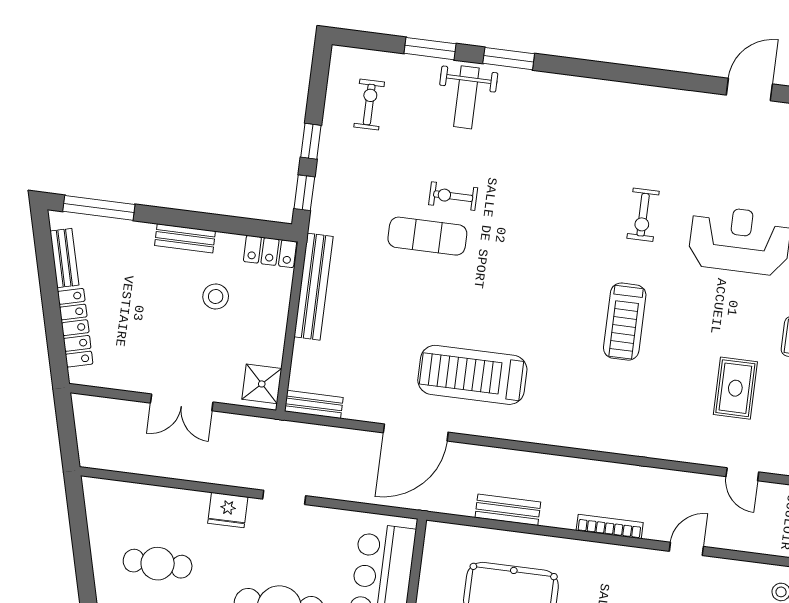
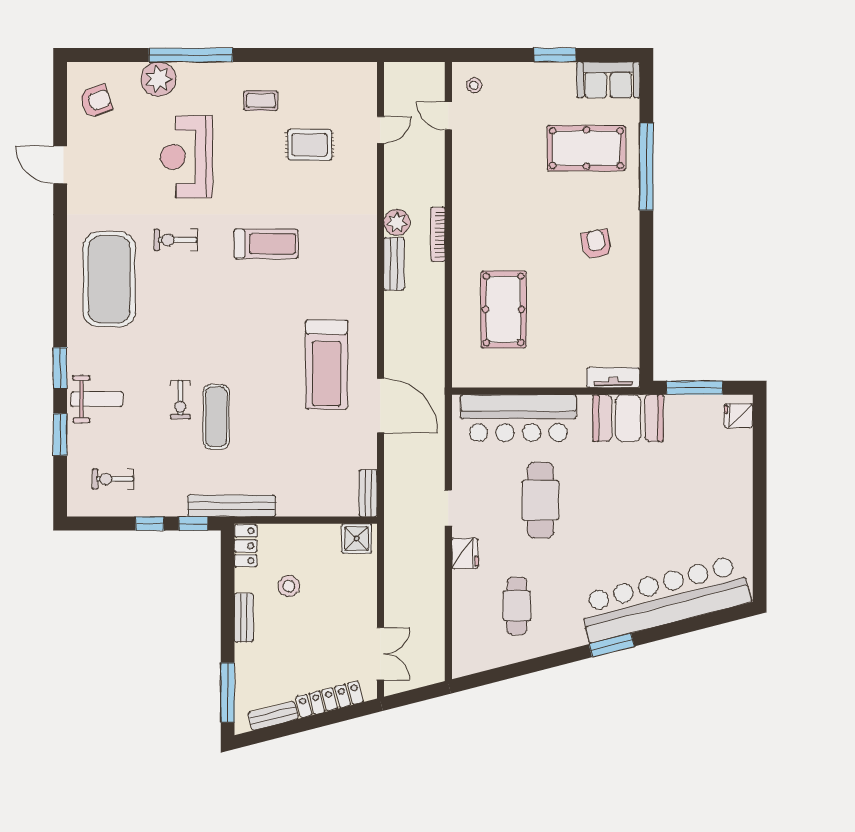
exercise mat: (606, 130) -> (109, 279), added
exercise bike: (643, 215) -> (176, 240), turned 180
bench: (314, 287) -> (231, 506), moved
double door: (182, 402) -> (380, 654), moved
plant: (630, 480) -> (397, 222), added
bench: (508, 510) -> (394, 264), moved
door: (686, 549) -> (448, 116), moved

